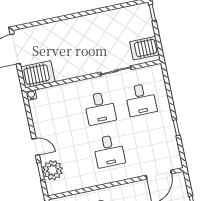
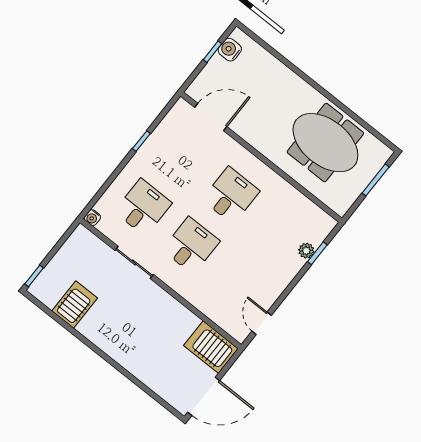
server rack: (145, 48) -> (75, 305), moved, turned -90
water cooler: (31, 95) -> (92, 218), moved
door: (36, 147) -> (262, 323), moved
plant: (53, 170) -> (306, 251), width x0.53, depth x0.53

